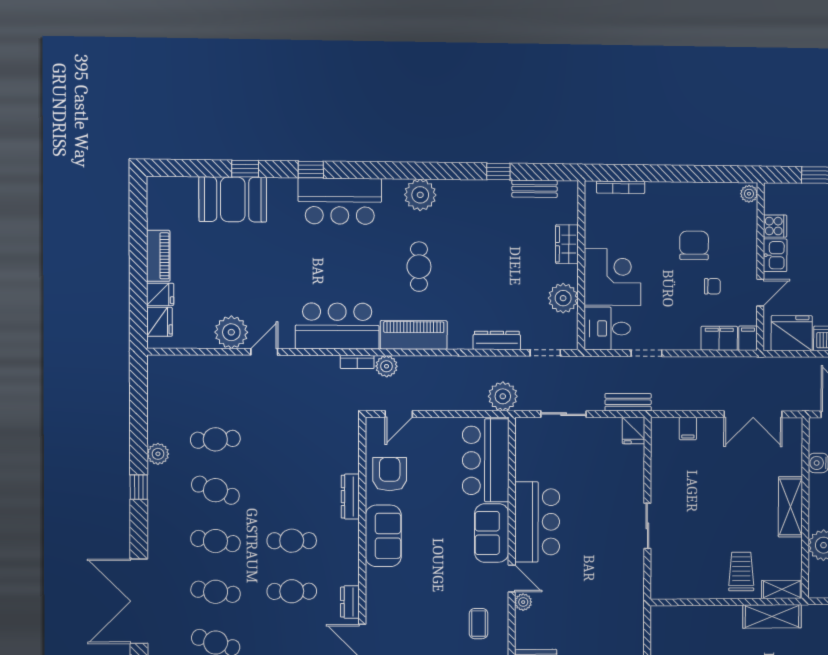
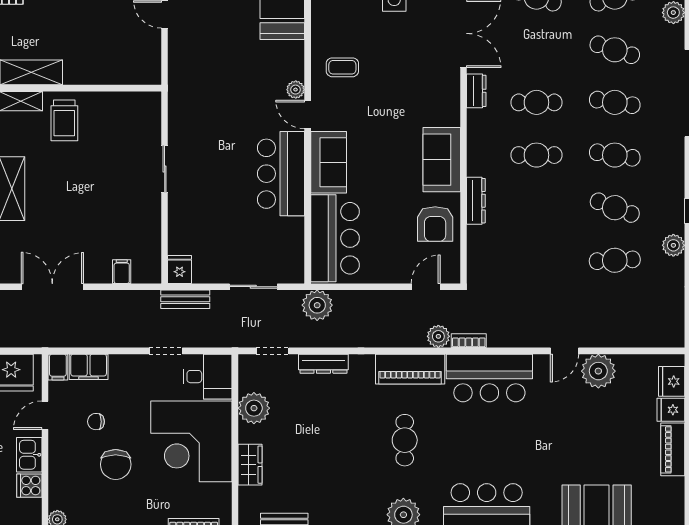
corner desk: (612, 277) -> (191, 441), width x1.36, depth x1.36
coffee table: (479, 624) -> (342, 67), turned 90

